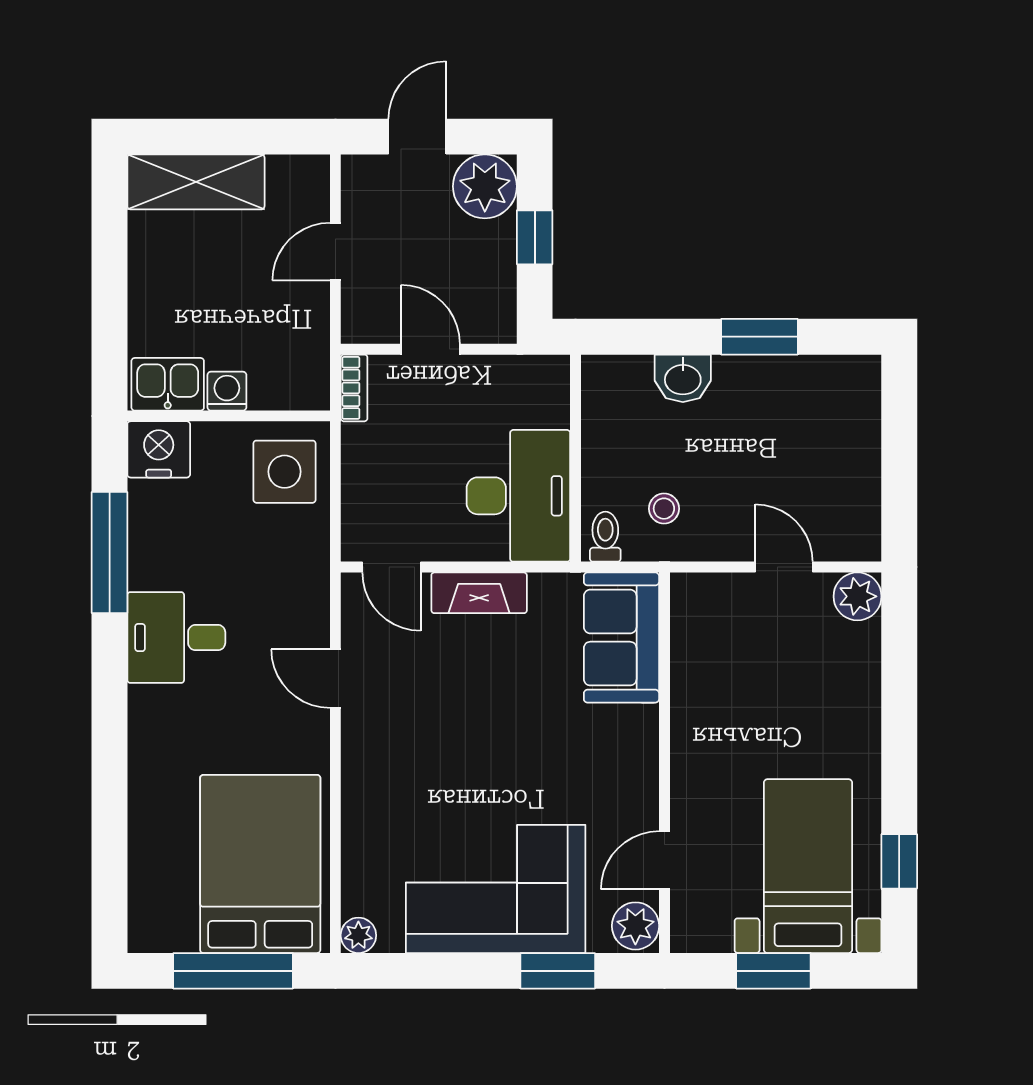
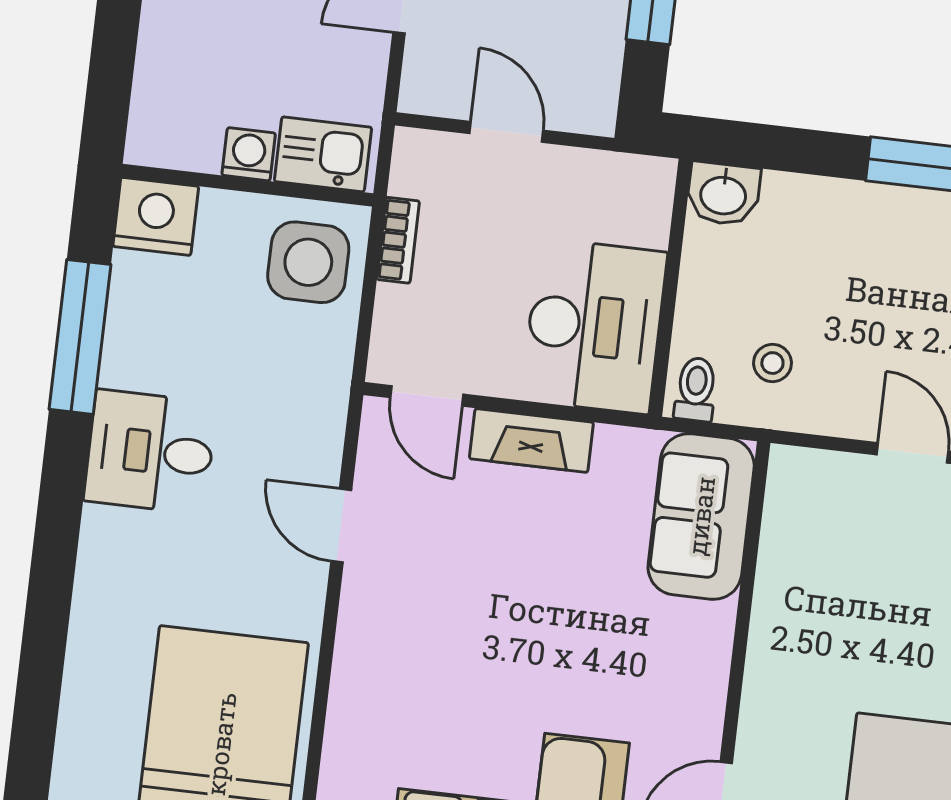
washbasin: (683, 378) -> (723, 194), moved
kitchen sink: (168, 384) -> (323, 154), moved
bookcase: (354, 388) -> (398, 240), moved

